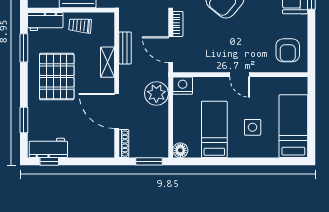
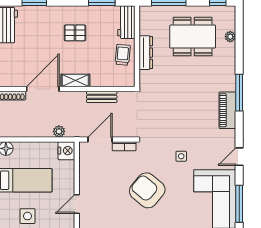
shelving: (108, 62) -> (75, 80), moved
pallet: (57, 76) -> (75, 33), width x0.49, depth x0.50
plant: (156, 94) -> (59, 131), width x0.53, depth x0.53

